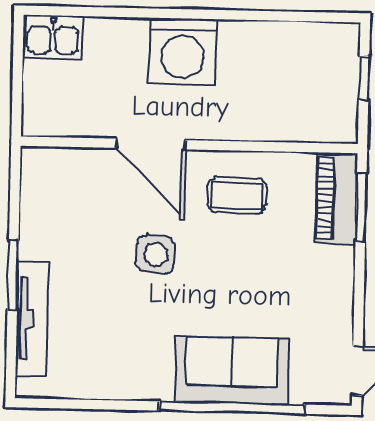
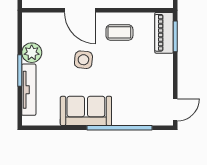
plant: (41, 236) -> (32, 53), added
sofa: (232, 370) -> (86, 111), moved

